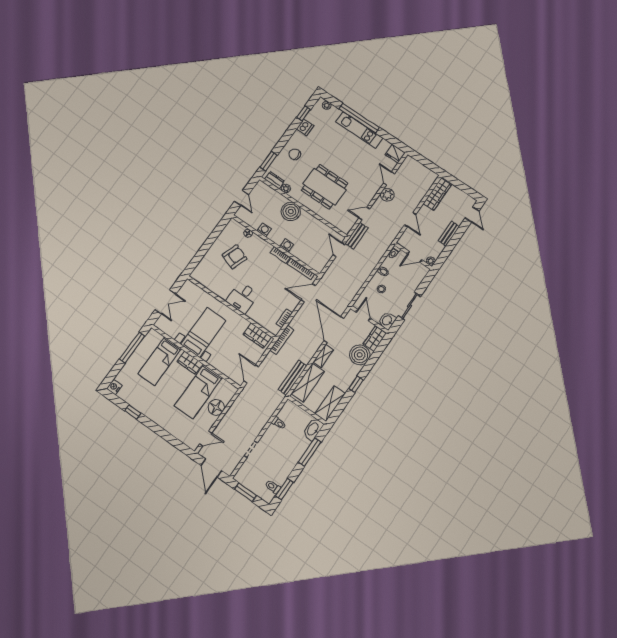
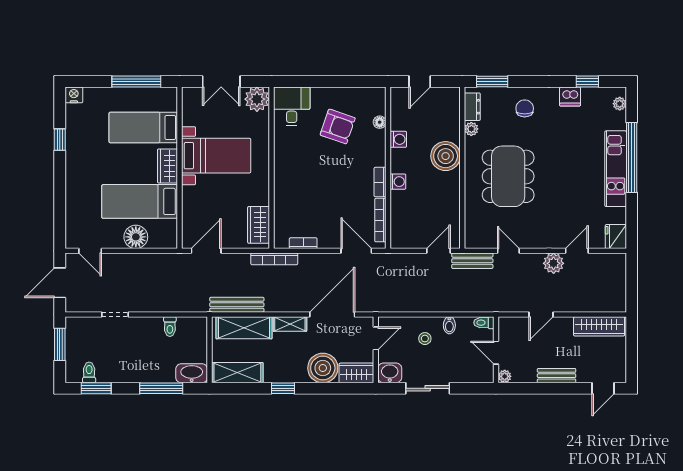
plant: (189, 289) -> (257, 99), added
desk: (242, 298) -> (292, 106), moved, turned 90

